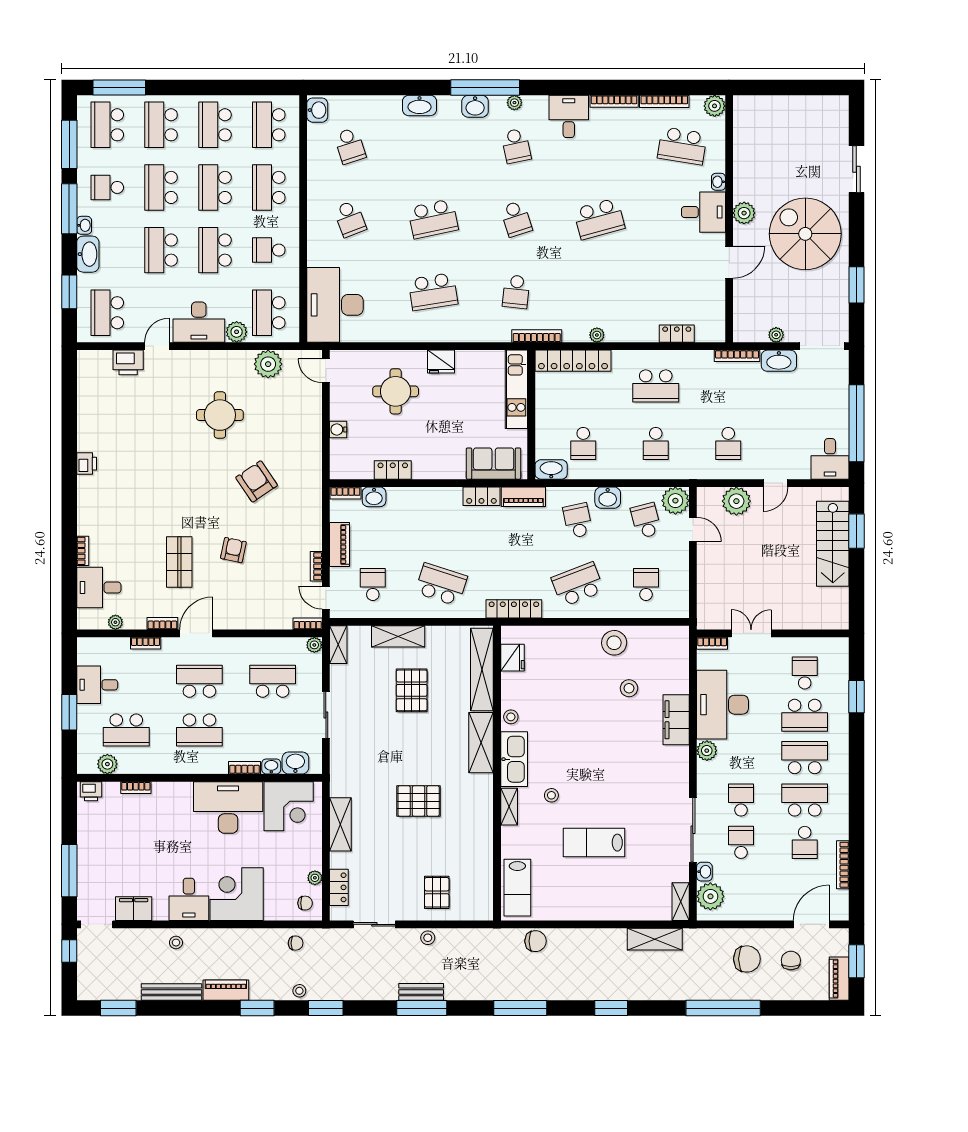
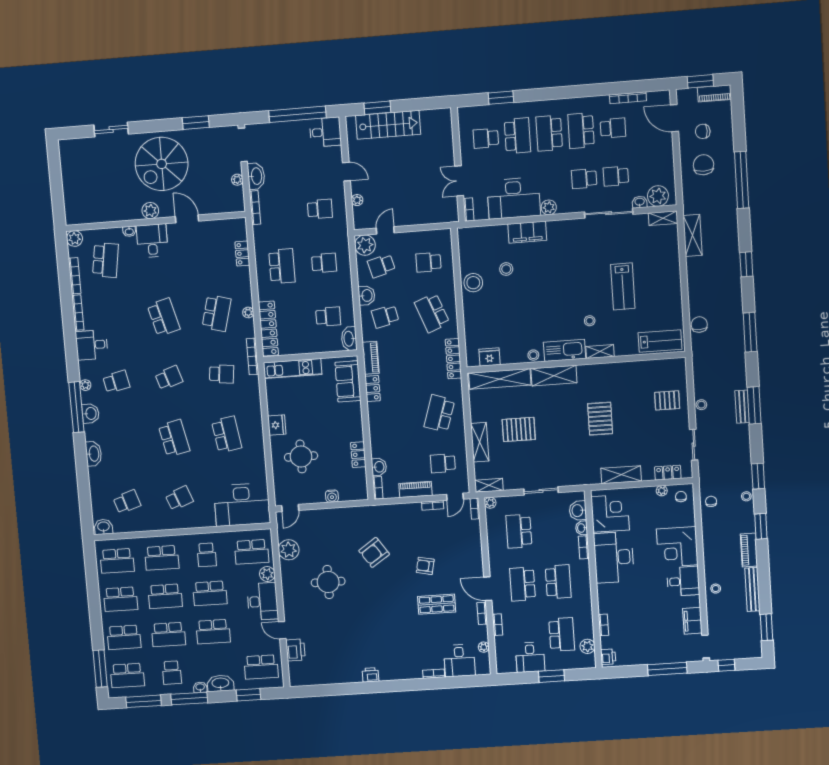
school desk: (599, 292) -> (217, 313), added
plant: (736, 501) -> (357, 200), width x0.53, depth x0.53

